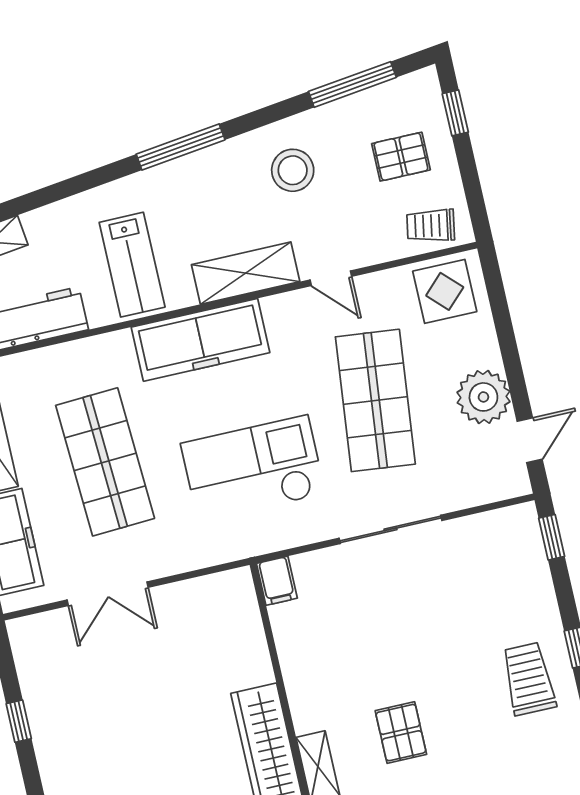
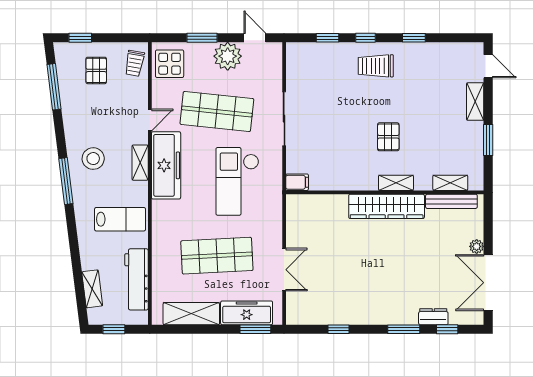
stool: (293, 170) -> (93, 159), moved
shelving: (246, 273) -> (140, 163), width x0.67, depth x0.75
freezer: (200, 340) -> (166, 165), moved
window: (507, 341) -> (202, 38), added
window: (552, 537) -> (327, 38), moved
pallet: (401, 733) -> (388, 137), turned 90

